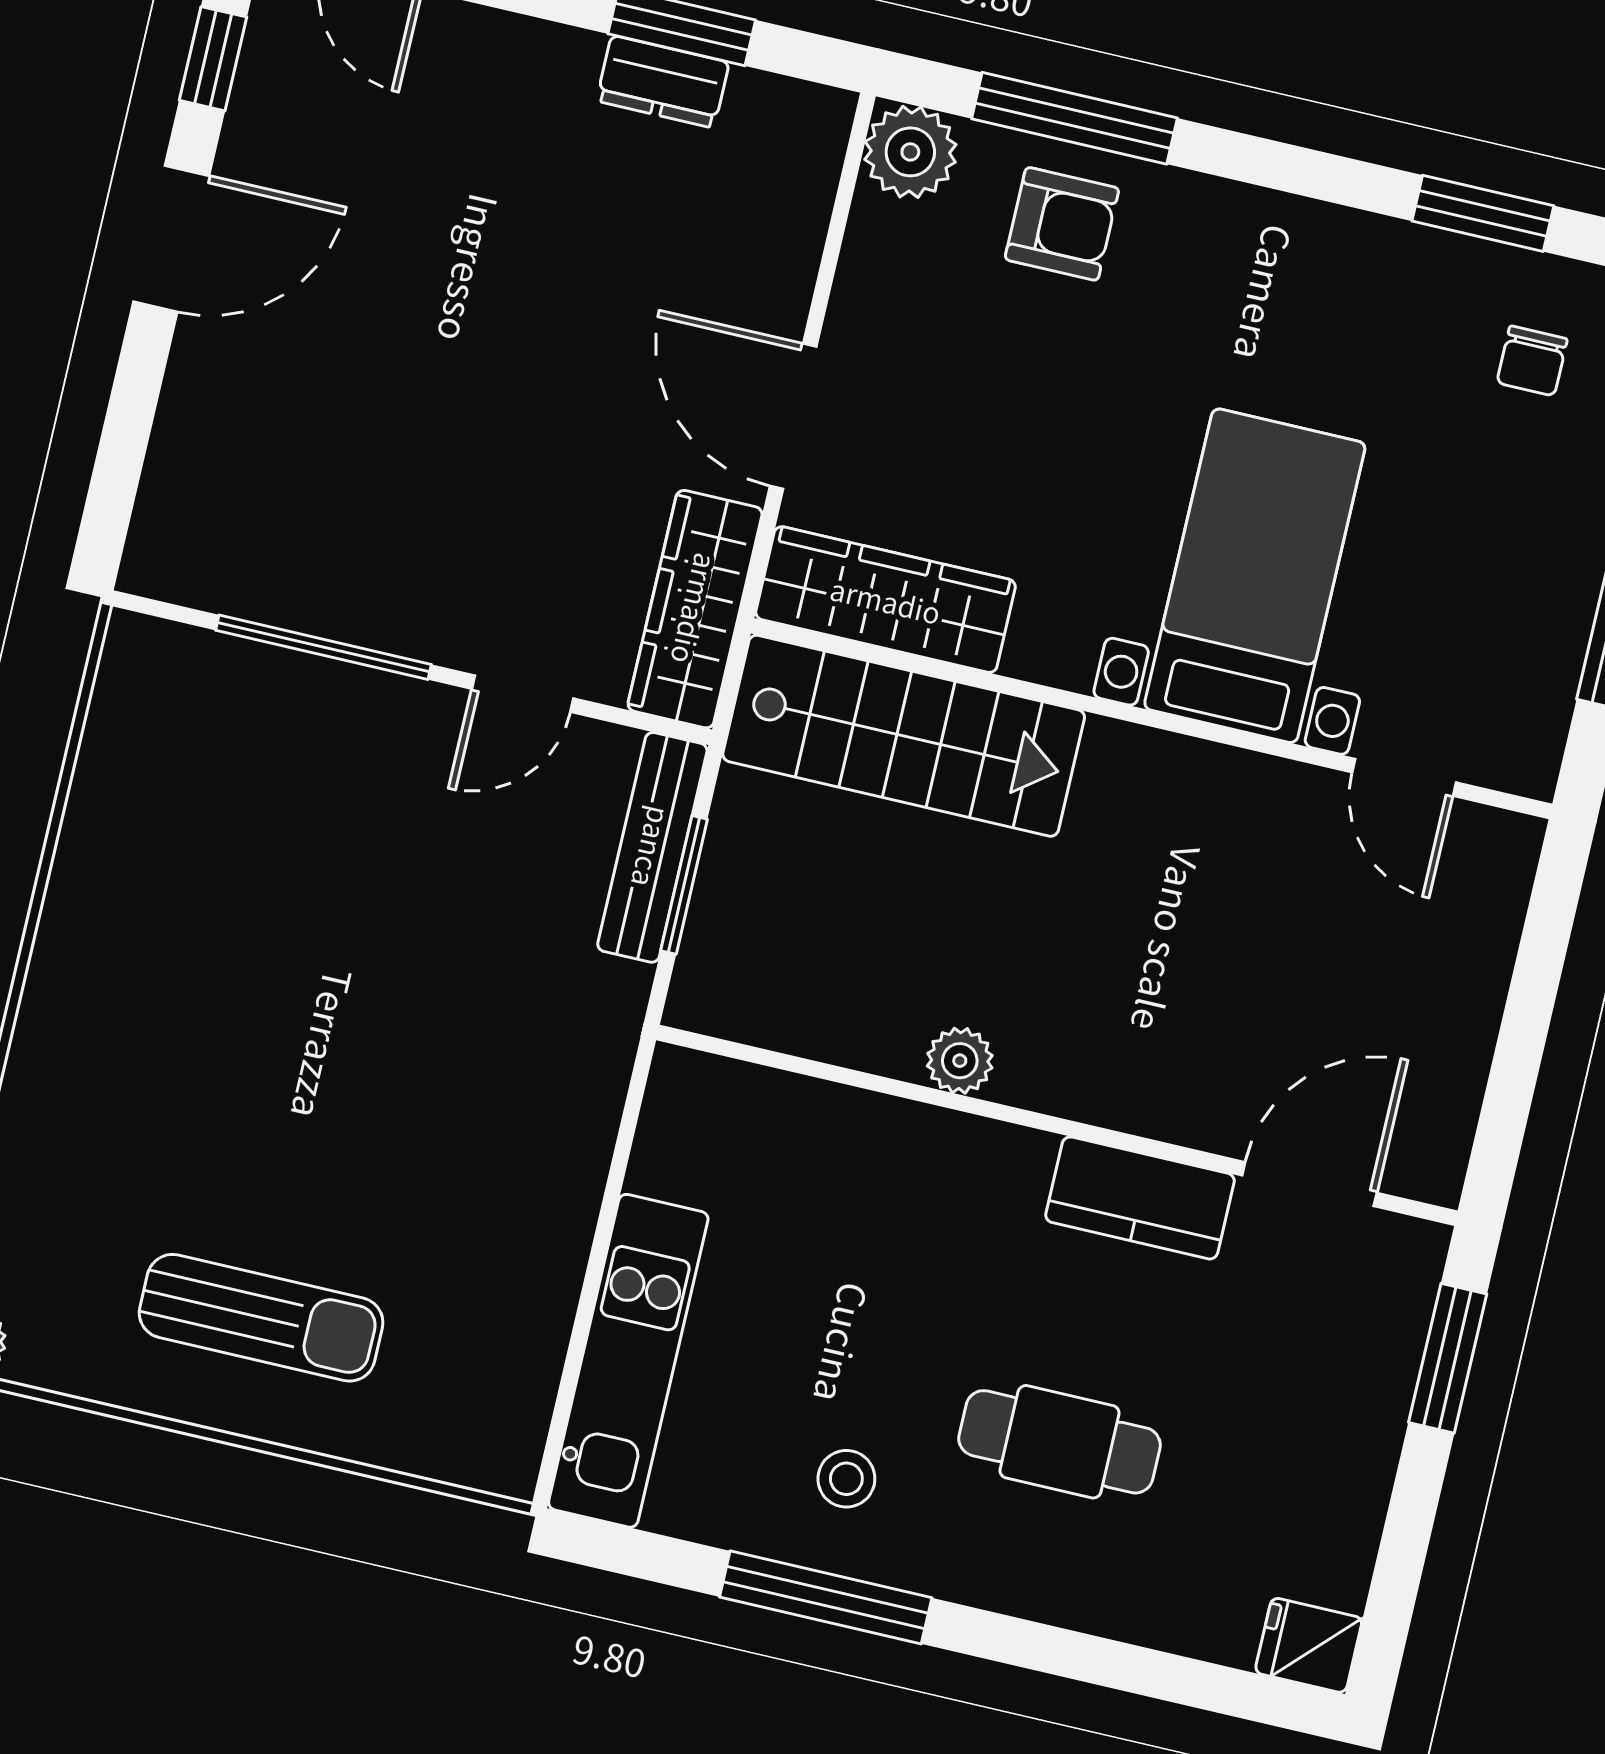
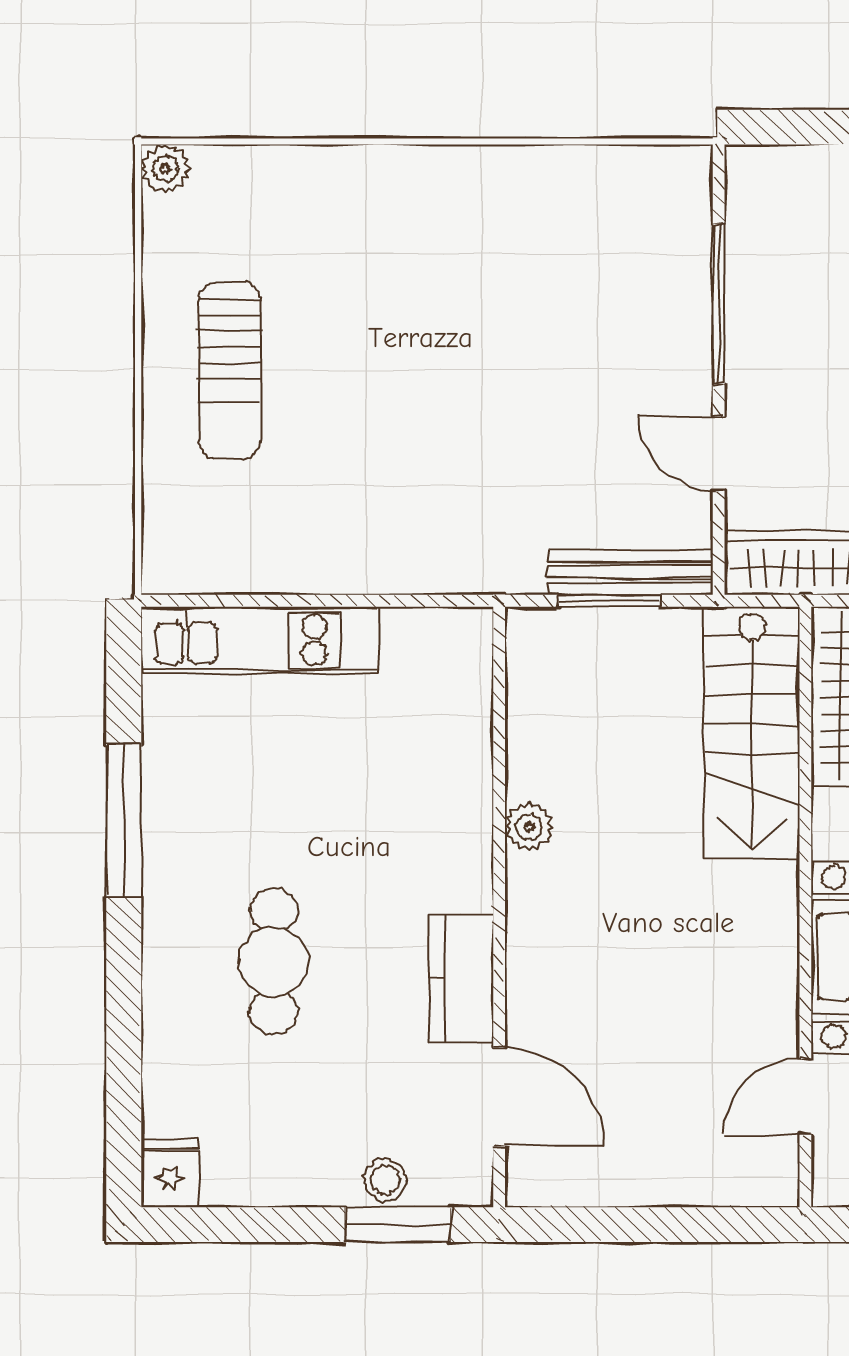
stool: (846, 1479) -> (385, 1180), moved

